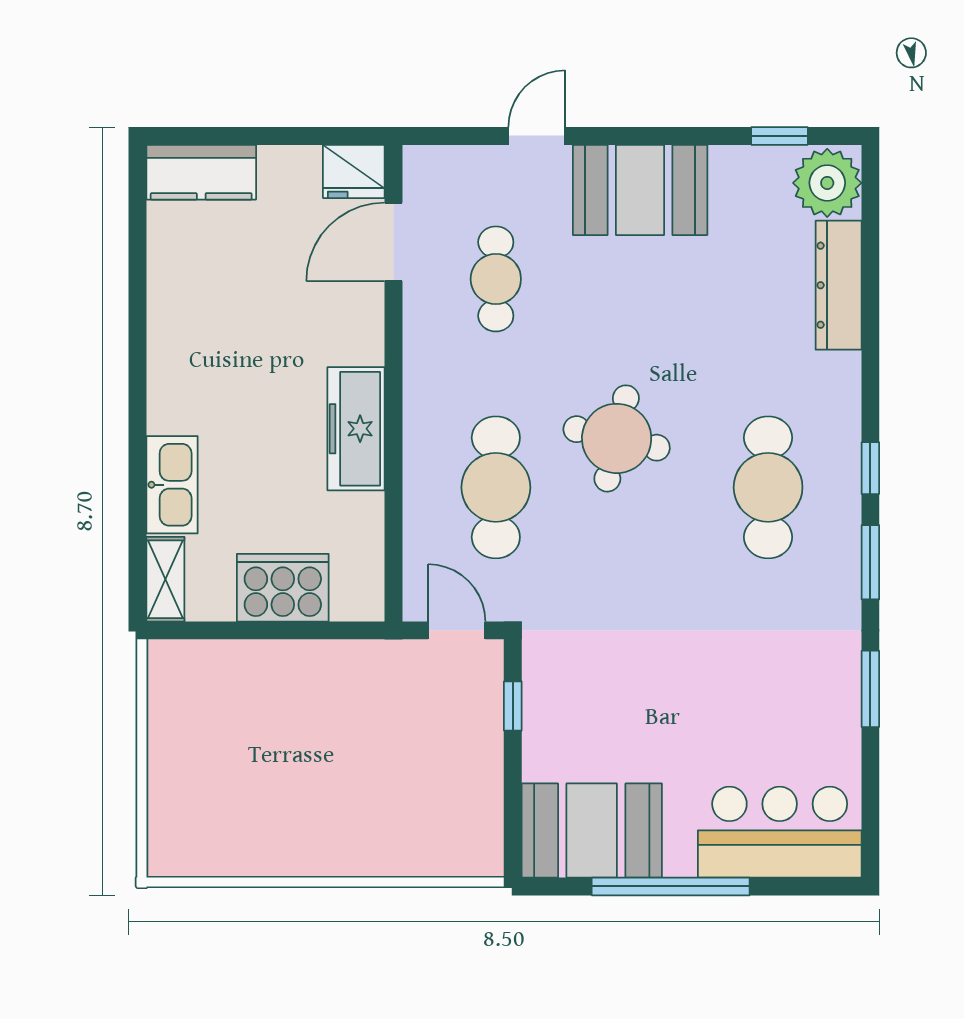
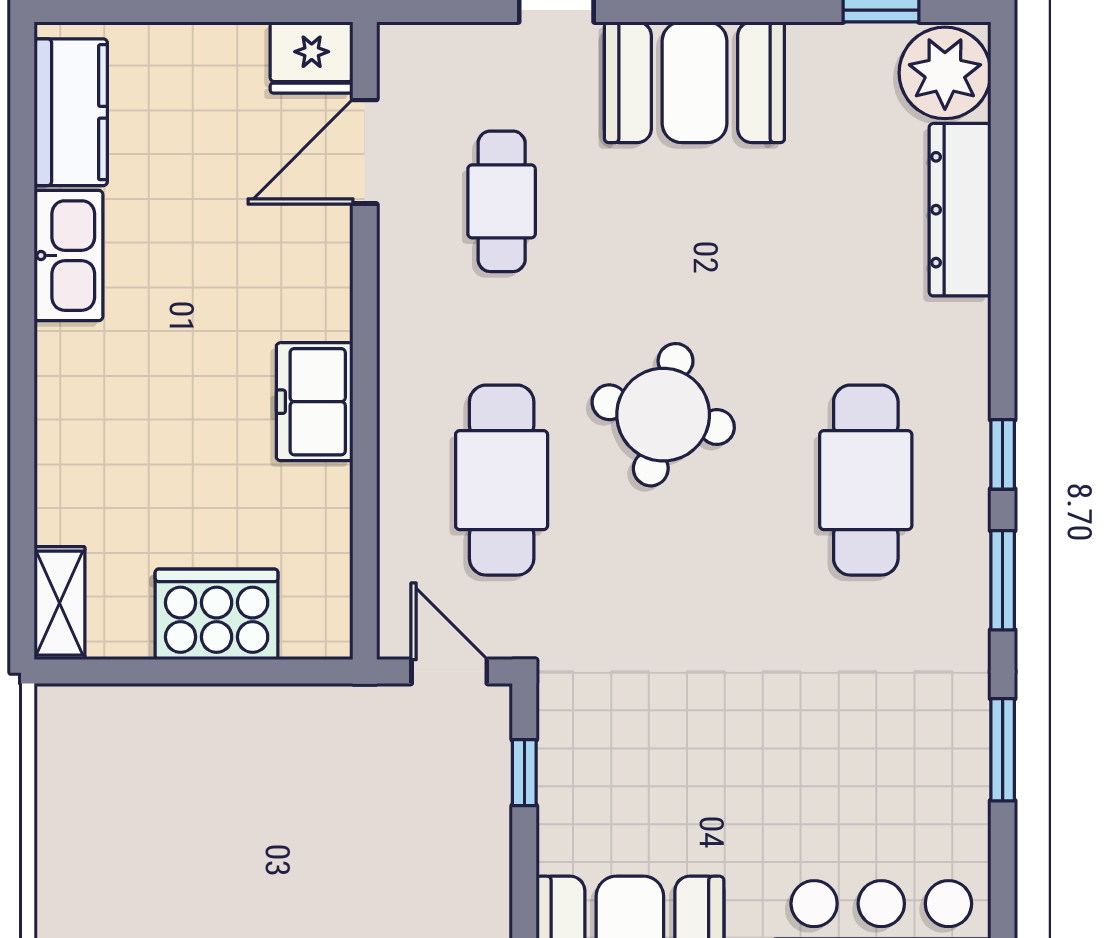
kitchen counter: (201, 172) -> (71, 112), moved, turned -90
freezer: (356, 429) -> (315, 402), width x0.71
kitchen sink: (172, 485) -> (68, 256), moved

